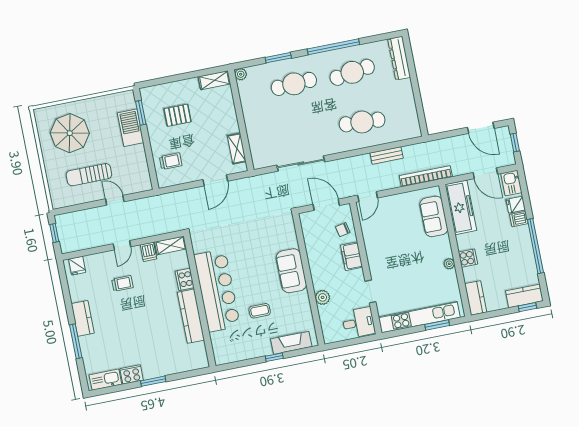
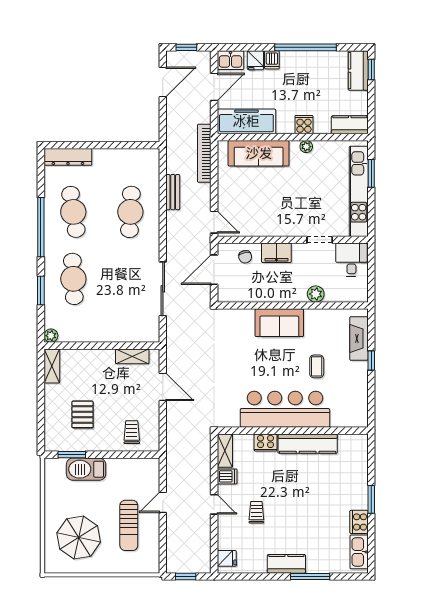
sofa: (434, 216) -> (259, 153), width x1.36

